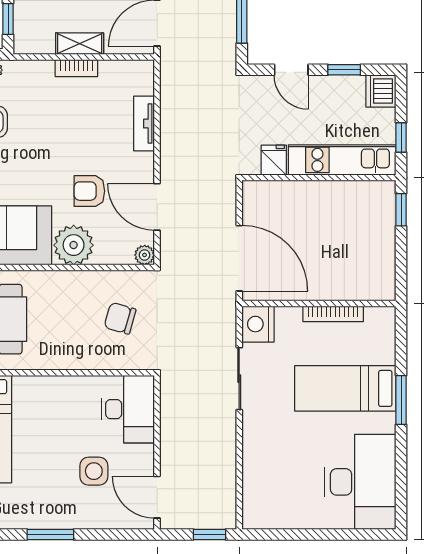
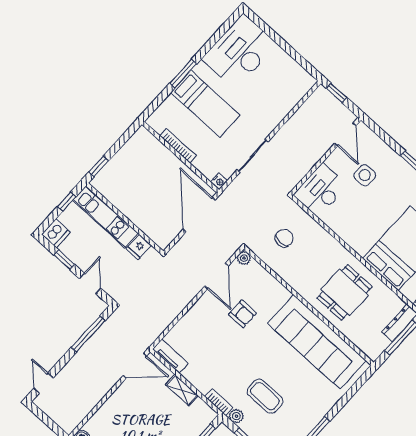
bookcase: (76, 68) -> (219, 402), moved
tv unit: (144, 124) -> (170, 356), moved, turned -90
plant: (74, 245) -> (274, 295), removed
chair: (120, 318) -> (284, 238), turned -106
nightstand: (258, 324) -> (219, 181), width x0.53, depth x0.56

